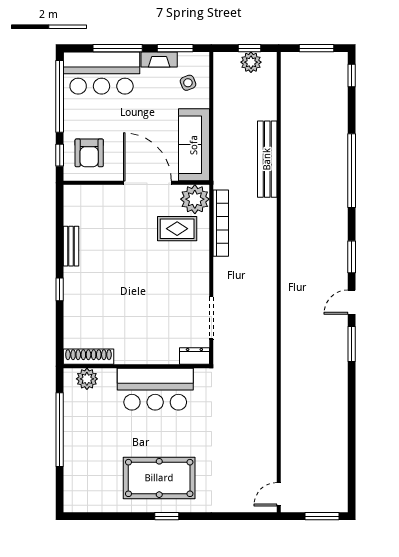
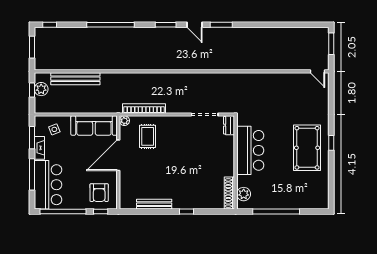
armchair: (89, 153) -> (99, 193), turned 90
bench: (267, 159) -> (75, 79), moved
plant: (195, 199) -> (124, 121), width x0.53, depth x0.53
bench: (71, 246) -> (154, 204), width x1.36

